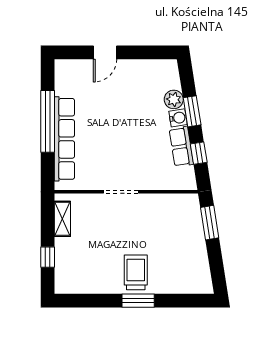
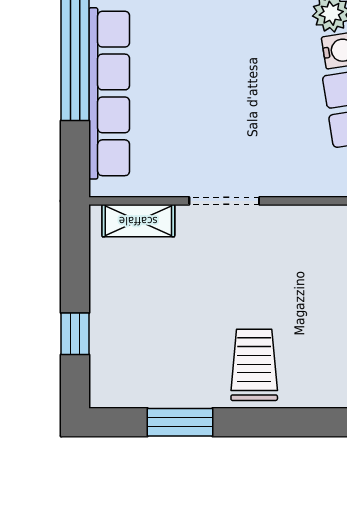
shelving: (62, 219) -> (138, 221), moved, turned 90
window: (138, 301) -> (180, 422), moved

